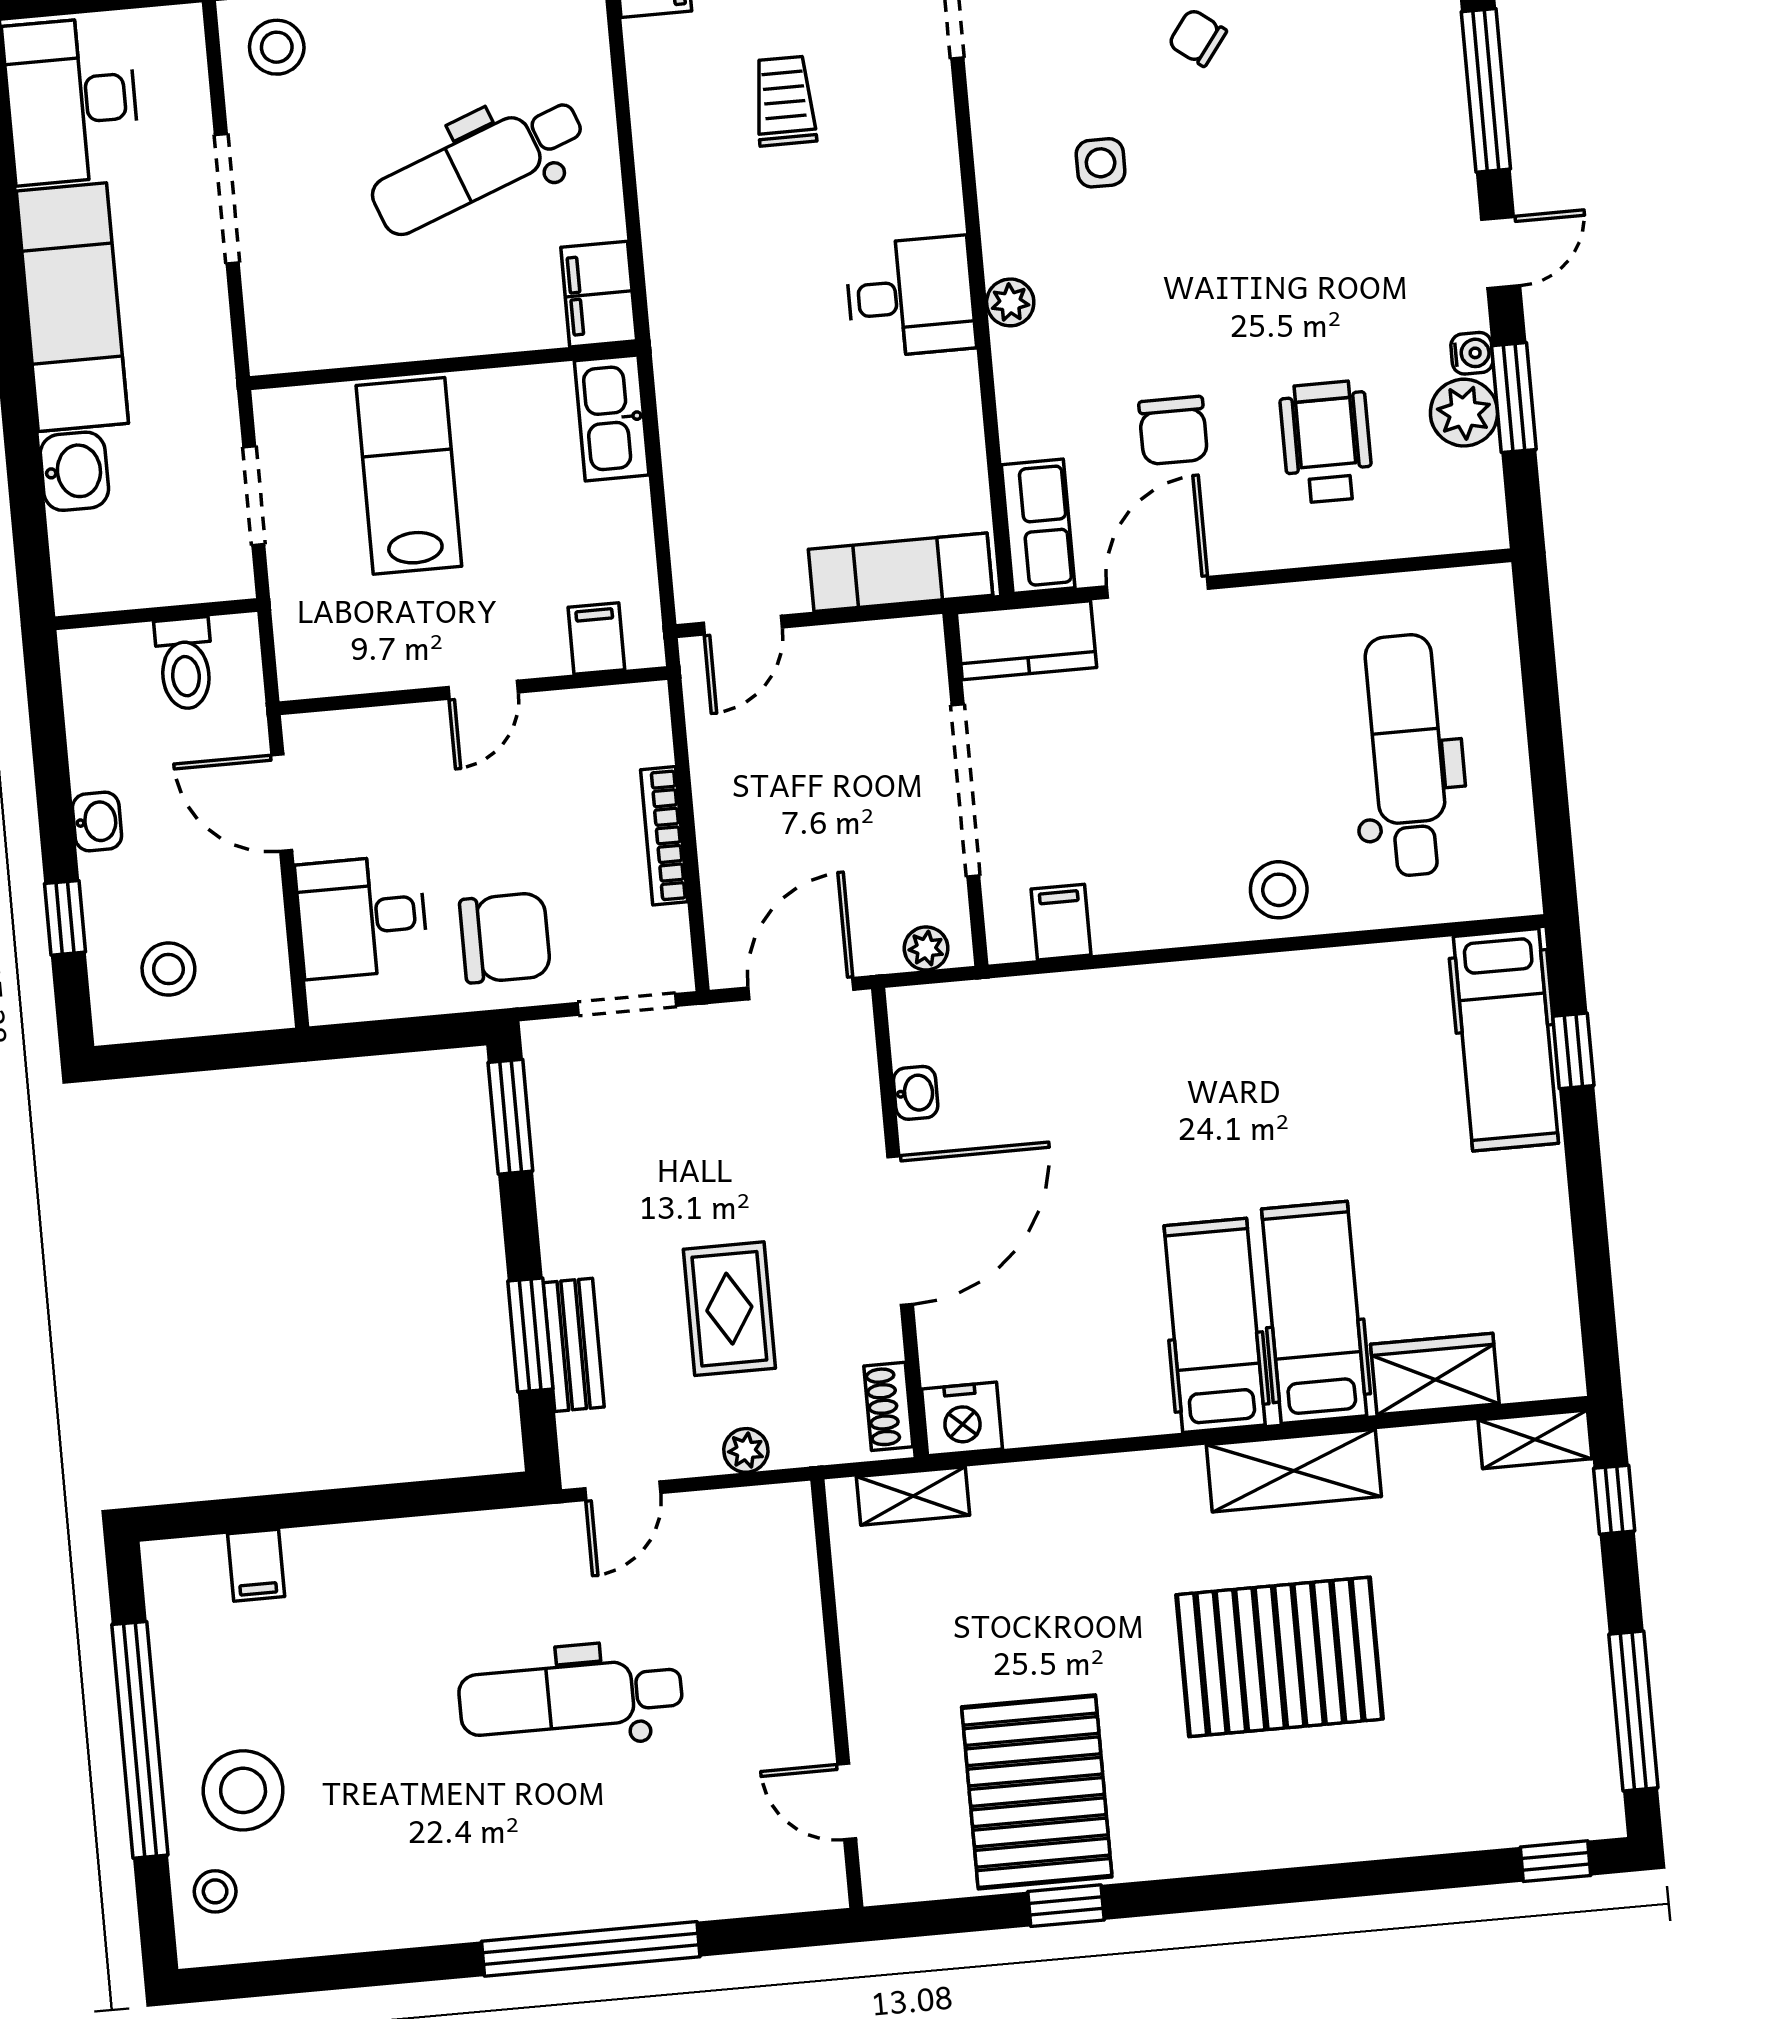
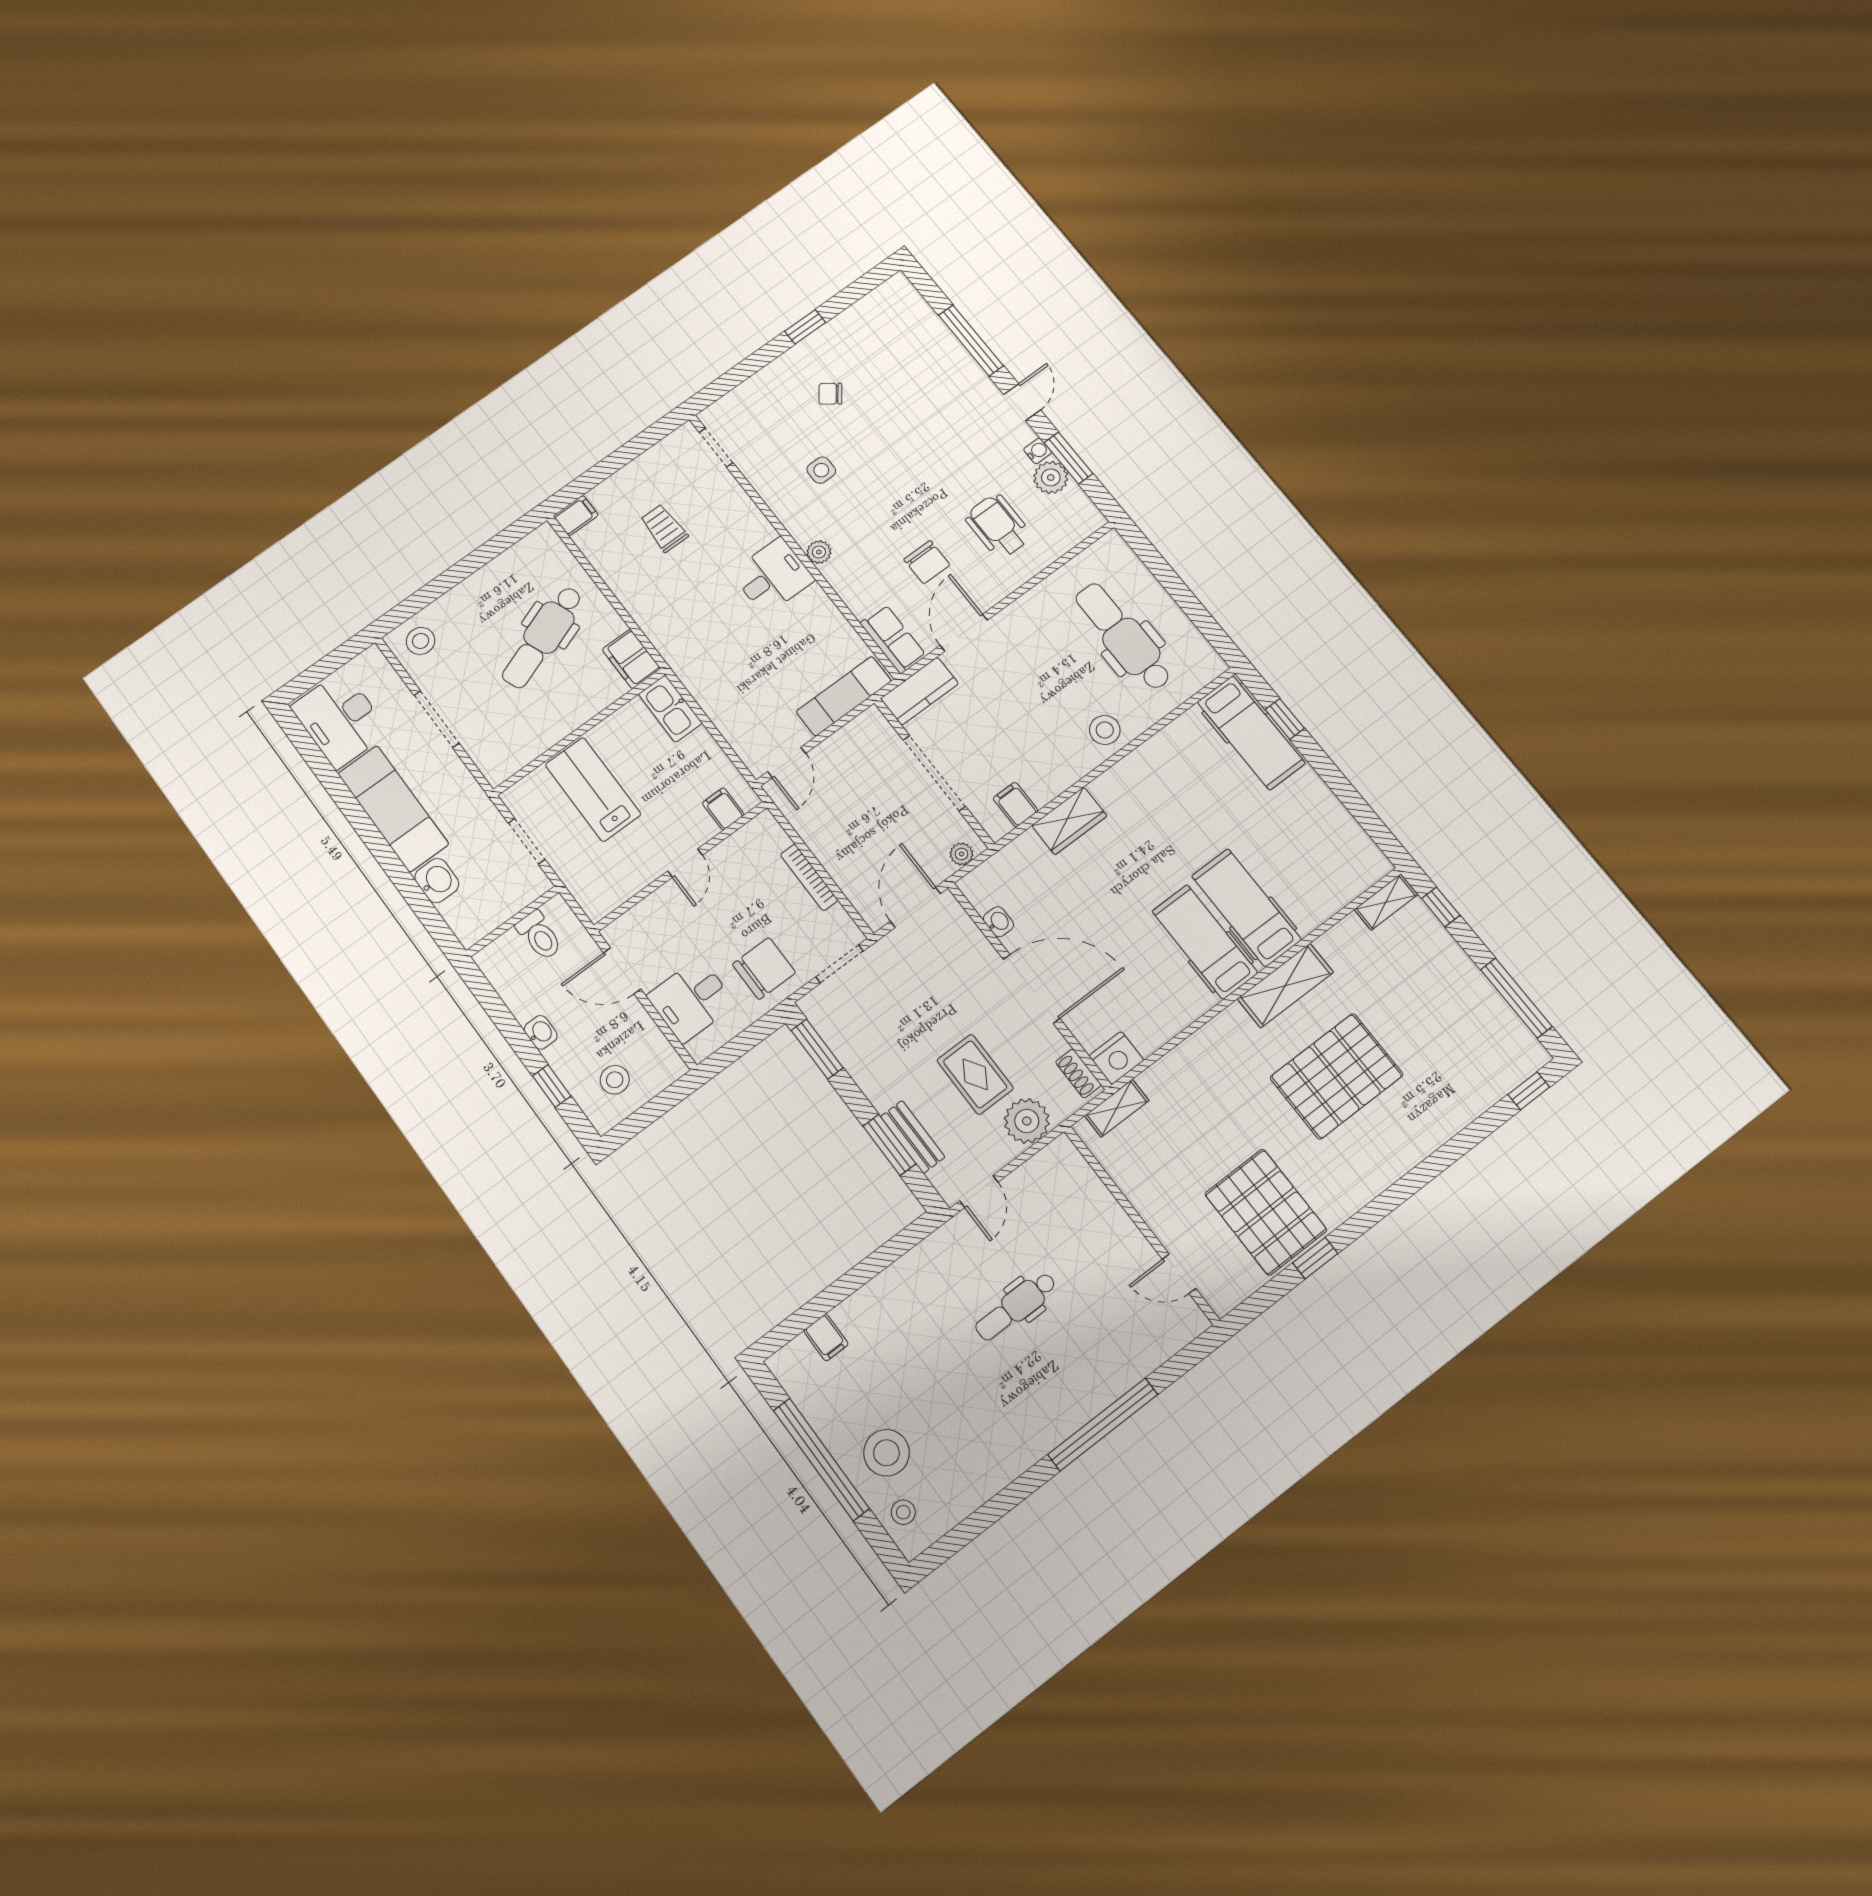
door: (900, 1230) -> (1032, 989), hinge flipped
wardrobe: (1435, 1374) -> (1069, 821), moved, turned 180
plant: (746, 1450) -> (1027, 1121), width x1.88, depth x1.88
dental chair: (571, 1697) -> (1016, 1306), width x0.73, depth x0.72

